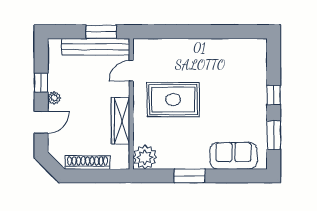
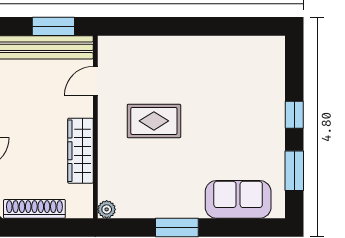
rug: (173, 100) -> (154, 121), width x0.73, depth x0.70
plant: (145, 157) -> (107, 209), width x0.53, depth x0.53

